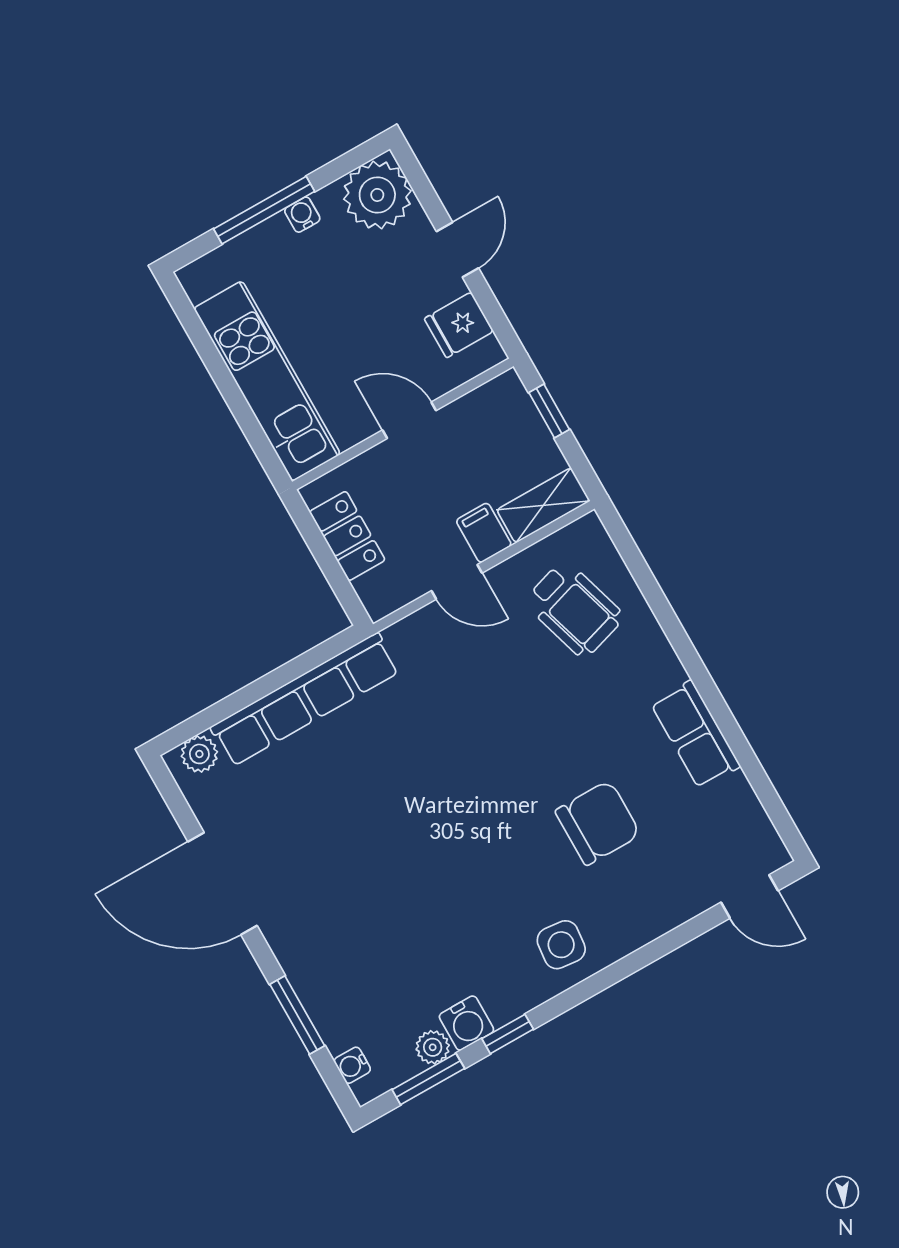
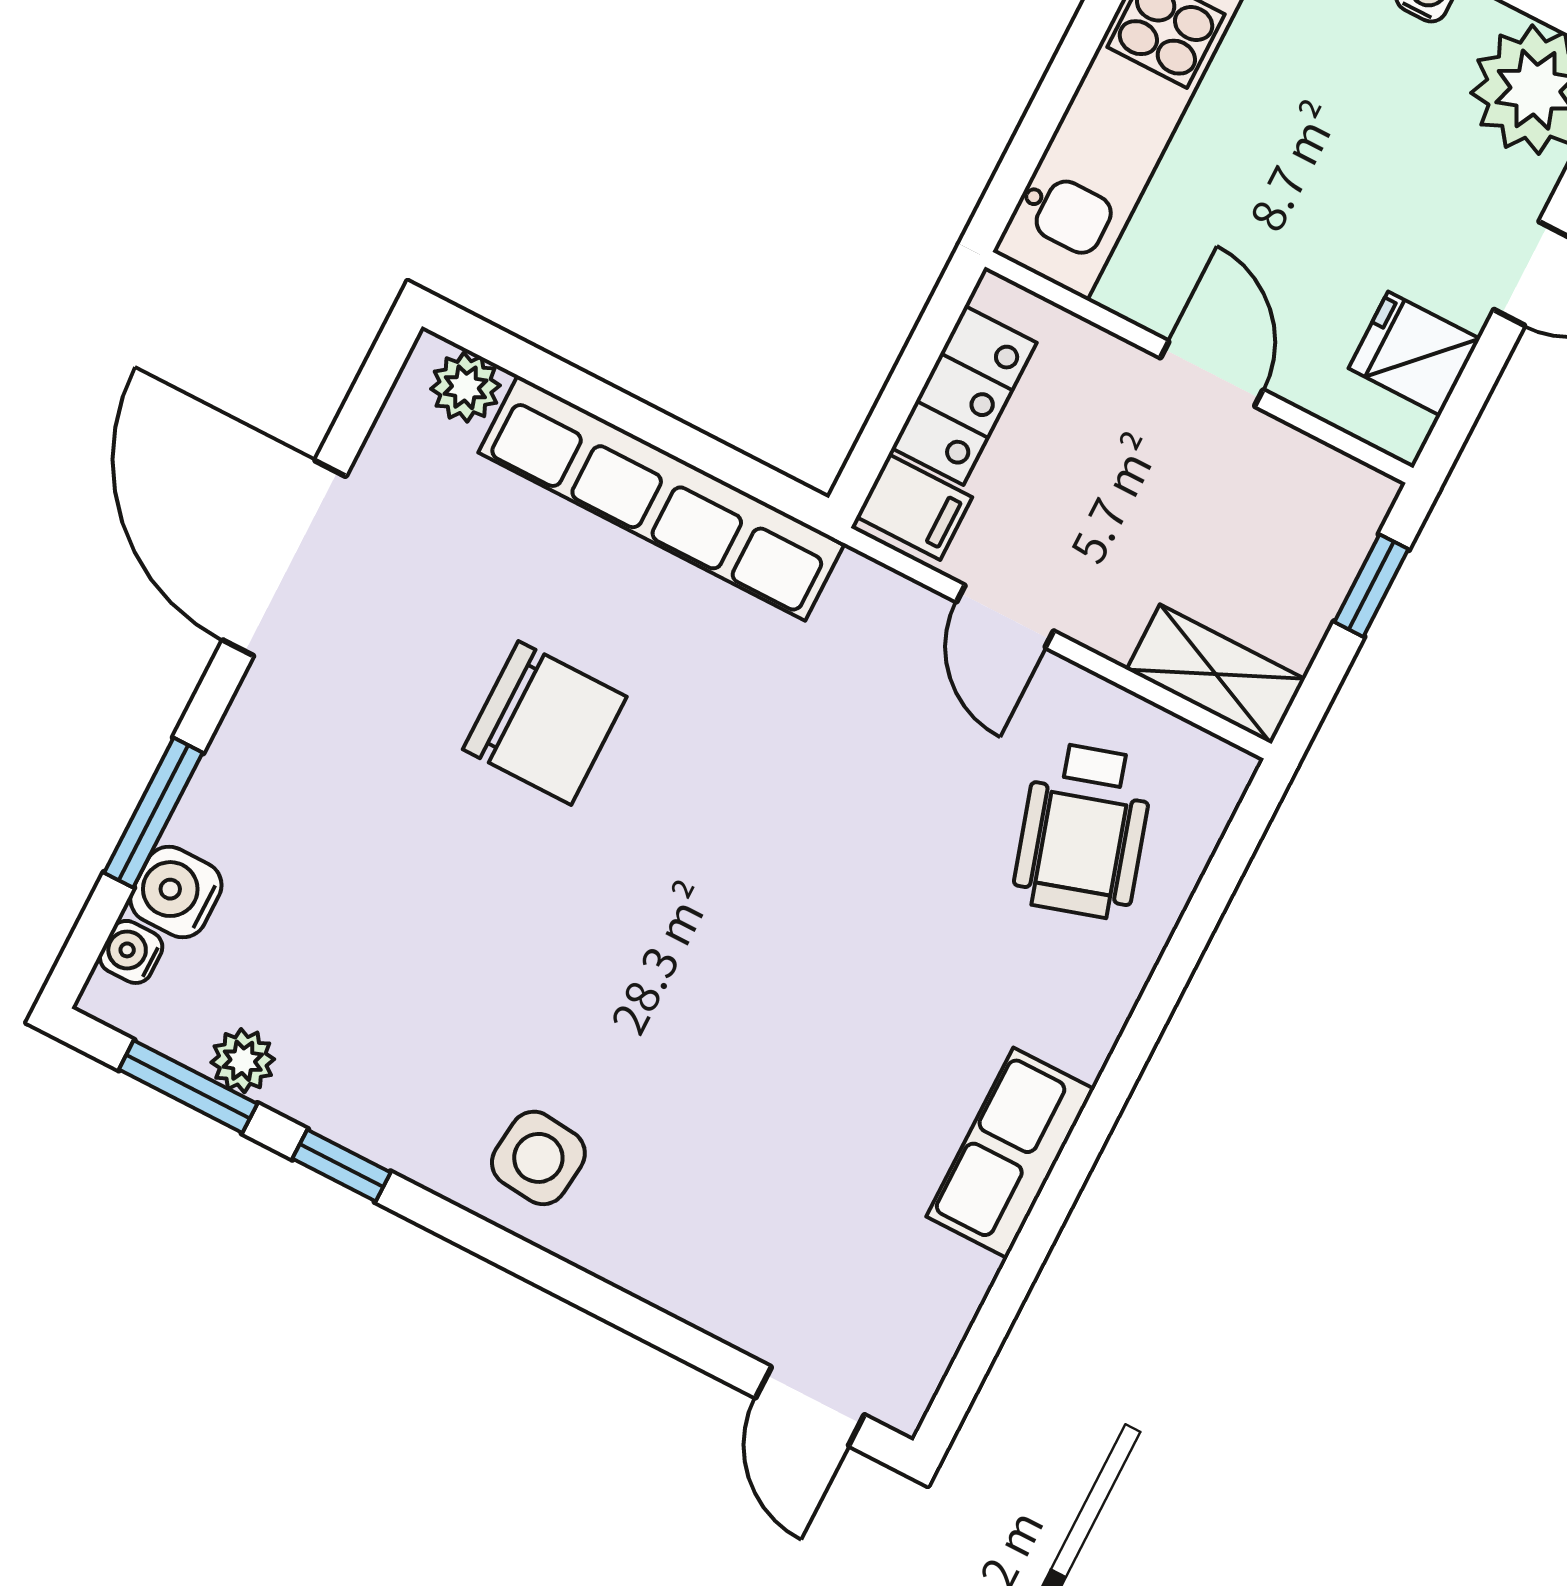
filing cabinet: (484, 533) -> (914, 507), moved, turned 90
chair: (598, 823) -> (545, 723), moved
water cooler: (466, 1023) -> (176, 892), moved, turned 90

